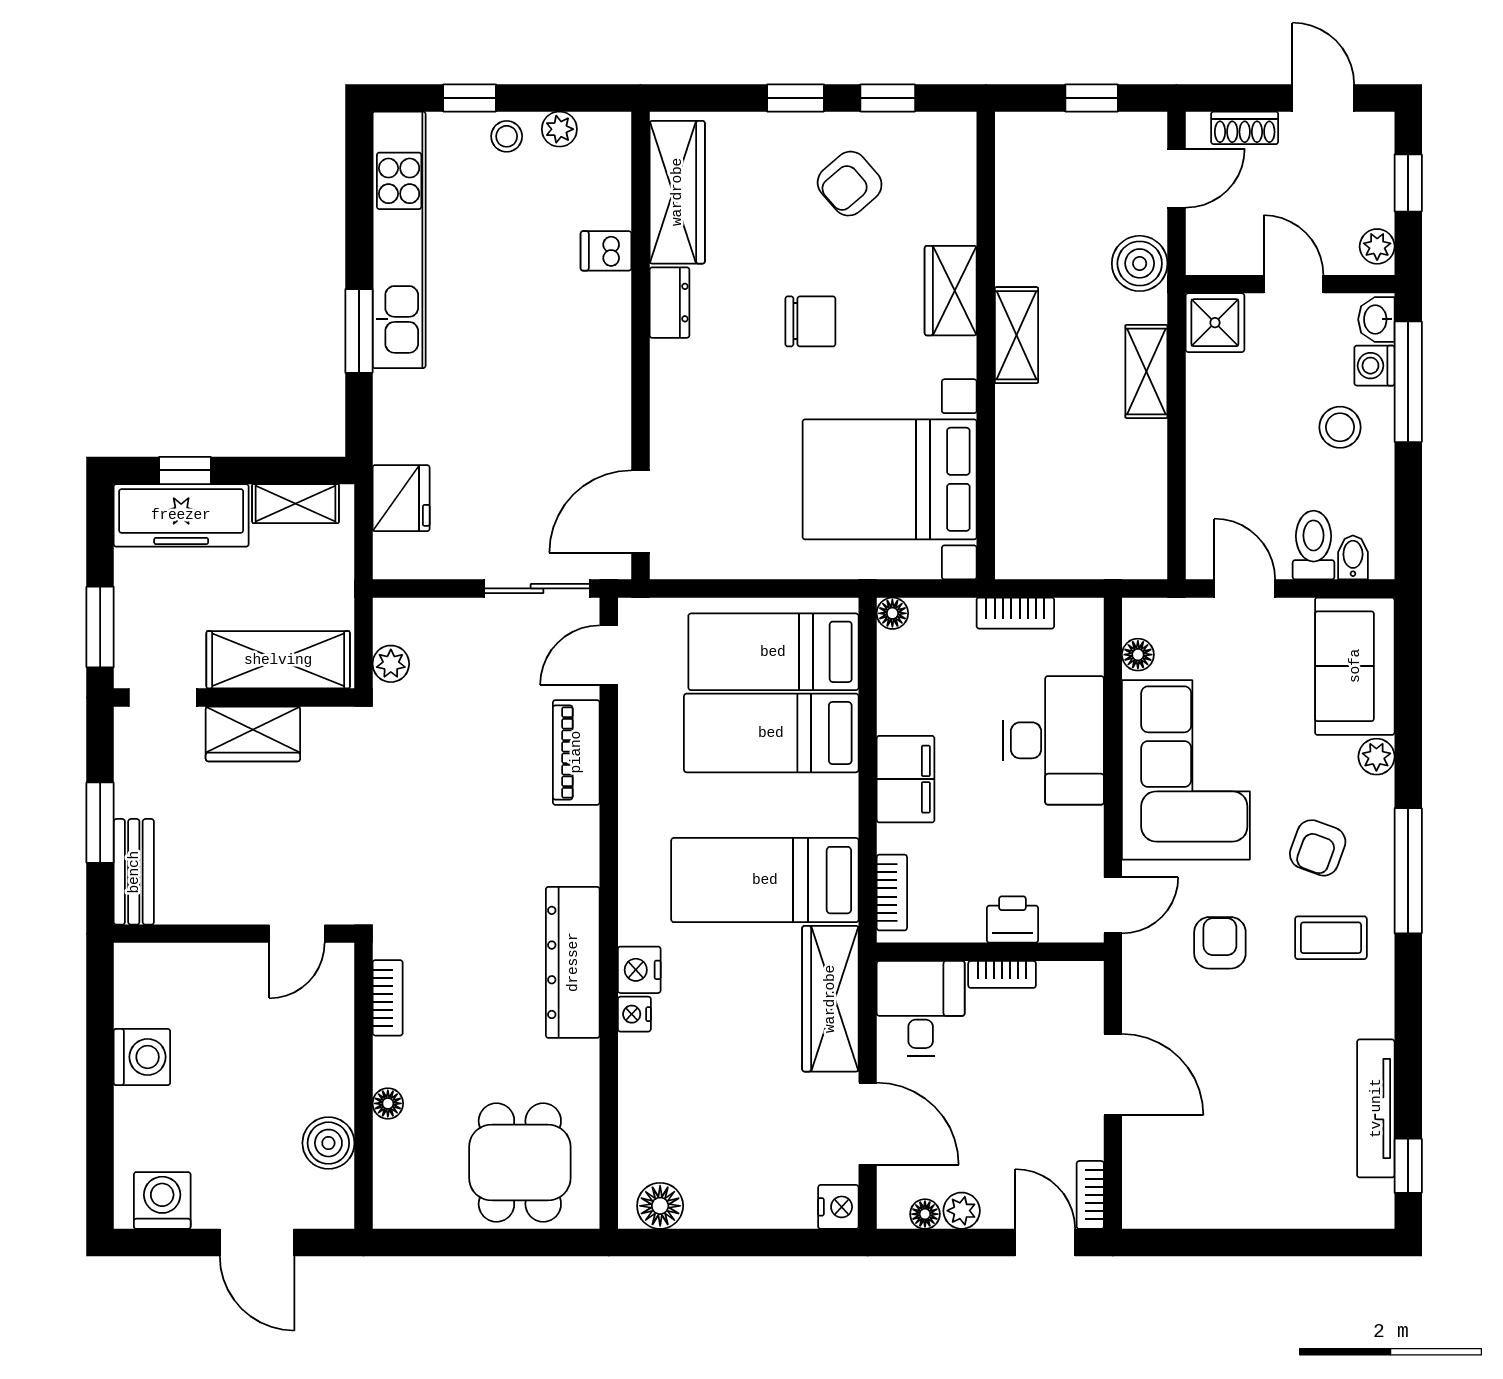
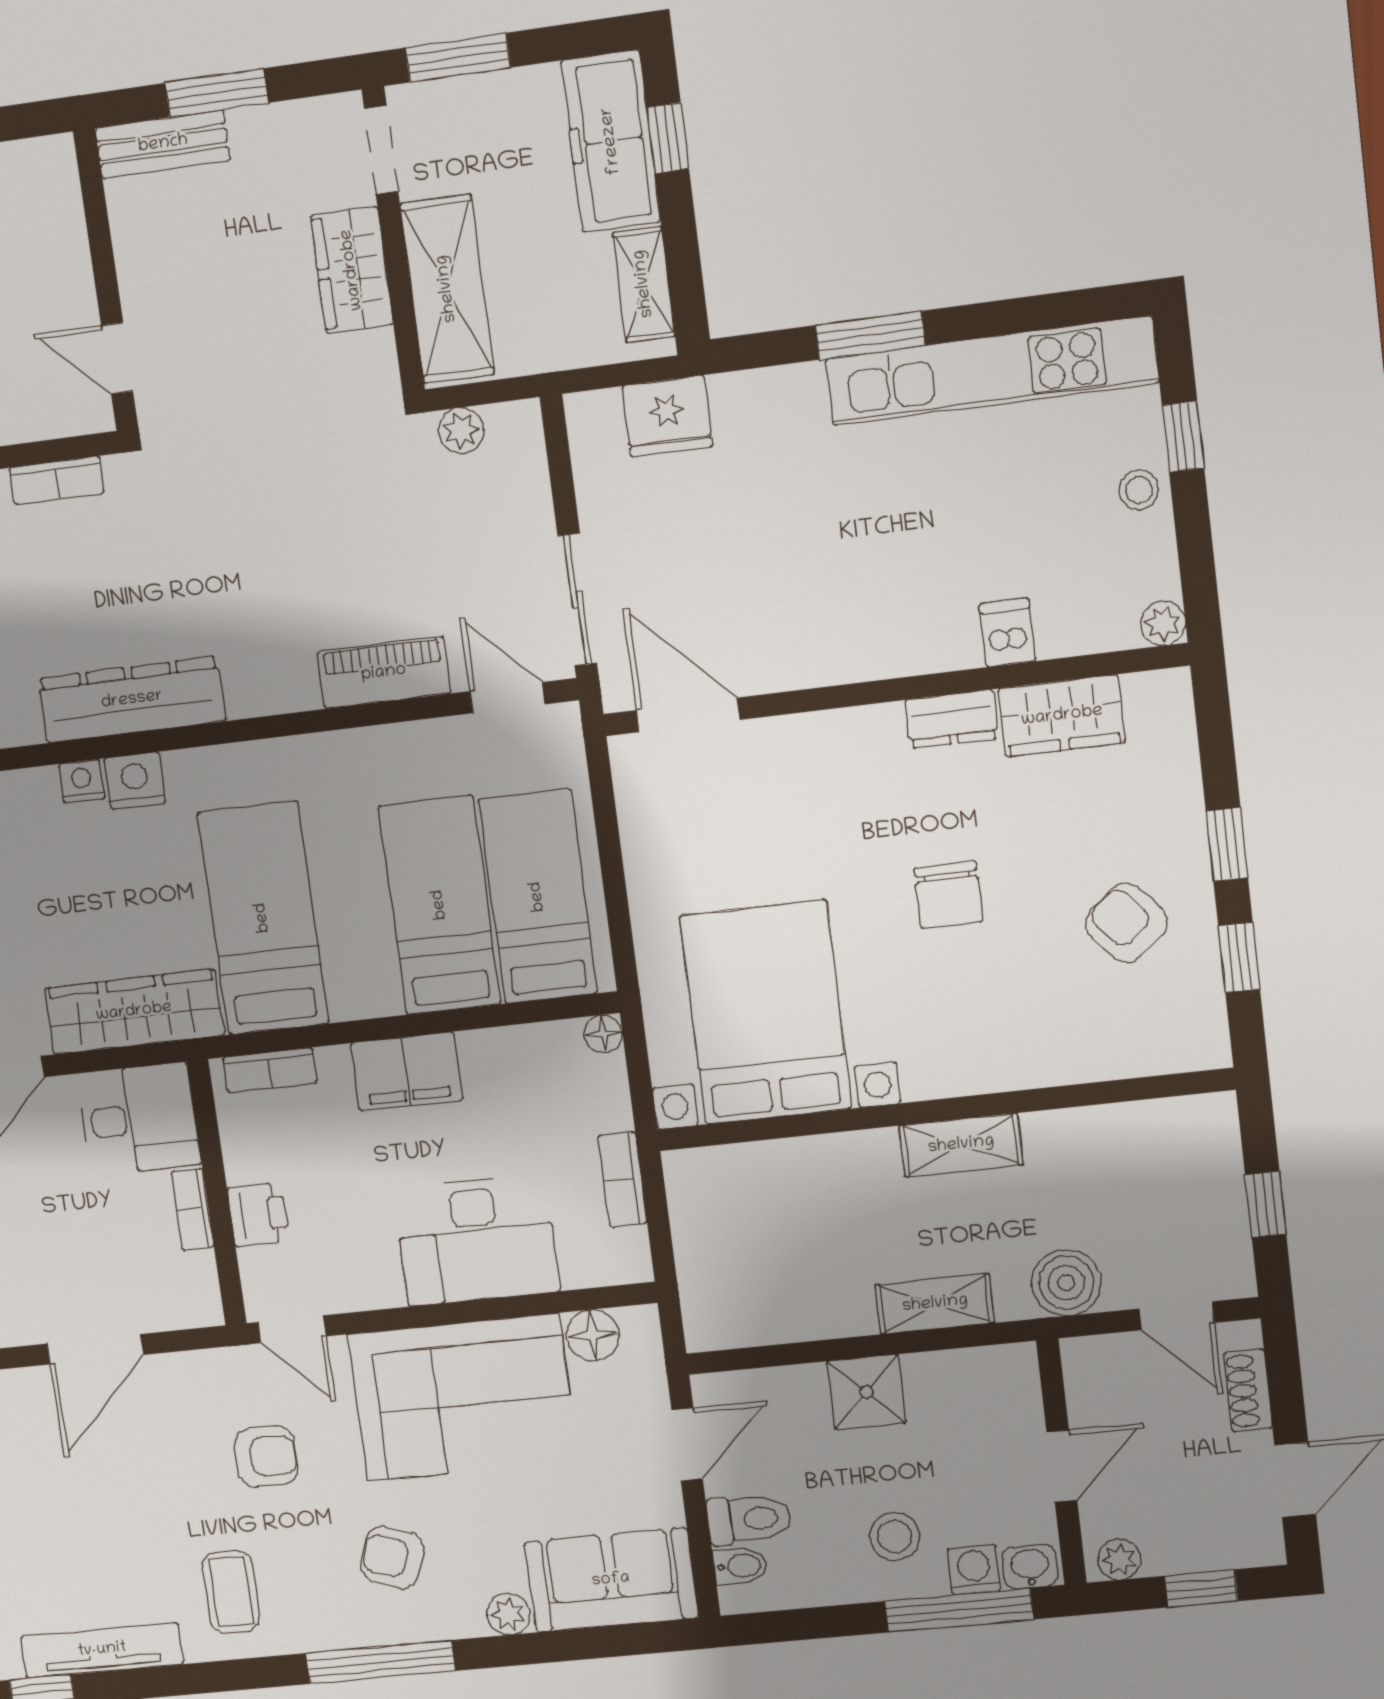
plant: (559, 129) -> (1163, 623), moved
wardrobe: (677, 192) -> (1062, 716), width x0.67
wardrobe: (951, 291) -> (1007, 1060), removed
shower: (1215, 323) -> (866, 1392), moved
floor lamp: (1138, 655) -> (593, 1335), width x1.37, depth x1.37
coffee table: (1331, 938) -> (231, 1592), moved

